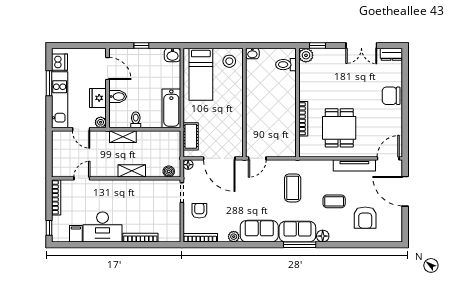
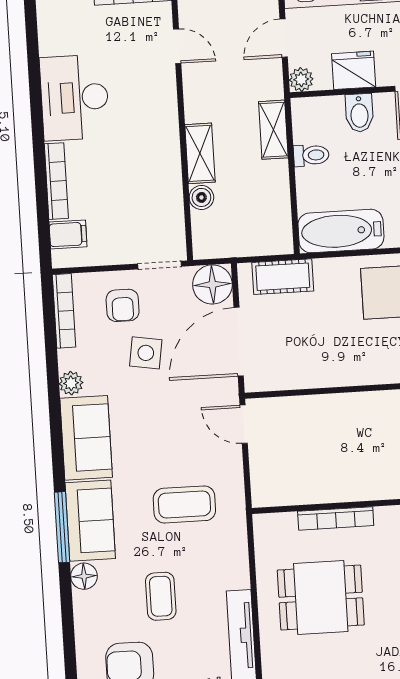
floor lamp: (188, 165) -> (212, 284), width x1.89, depth x1.89
boiler: (169, 171) -> (201, 197), moved
side table: (222, 201) -> (146, 353), added
armchair: (199, 211) -> (123, 305), turned 90
filing cabinet: (76, 234) -> (68, 234), moved

